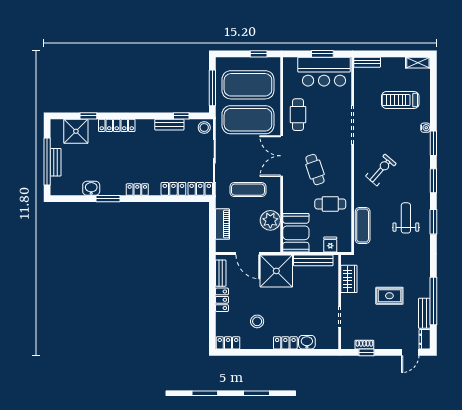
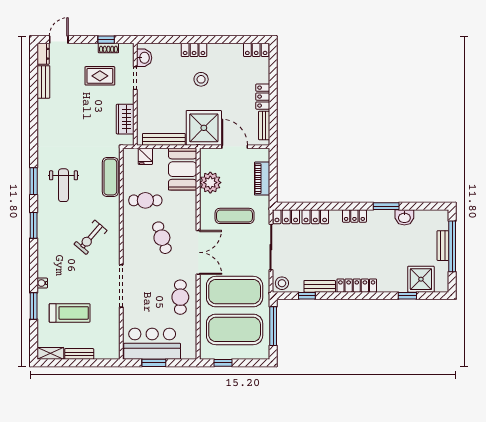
bench: (367, 62) -> (79, 354), moved
locker: (117, 125) -> (357, 286), moved
window: (433, 143) -> (34, 306), moved
rug: (389, 296) -> (100, 76), moved
window: (433, 301) -> (34, 95), removed
stool: (257, 321) -> (201, 79), moved
washbasin: (307, 342) -> (144, 58), moved, turned -90

